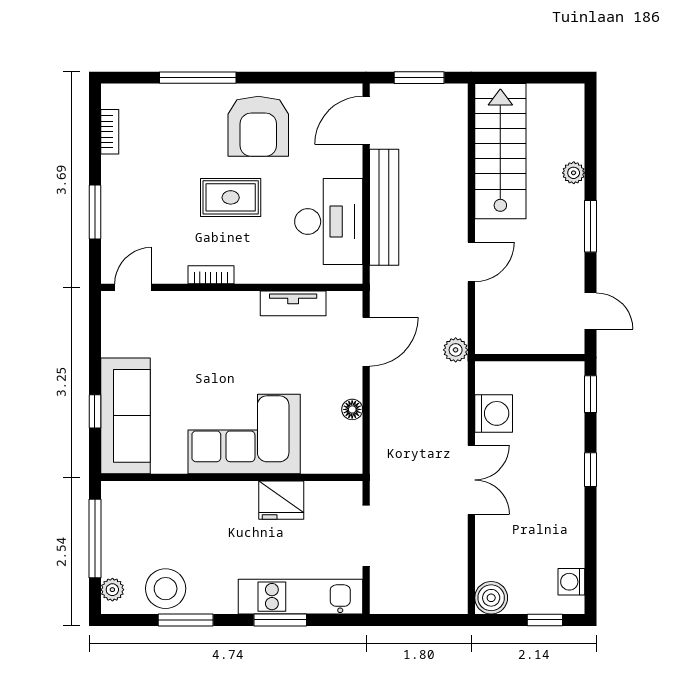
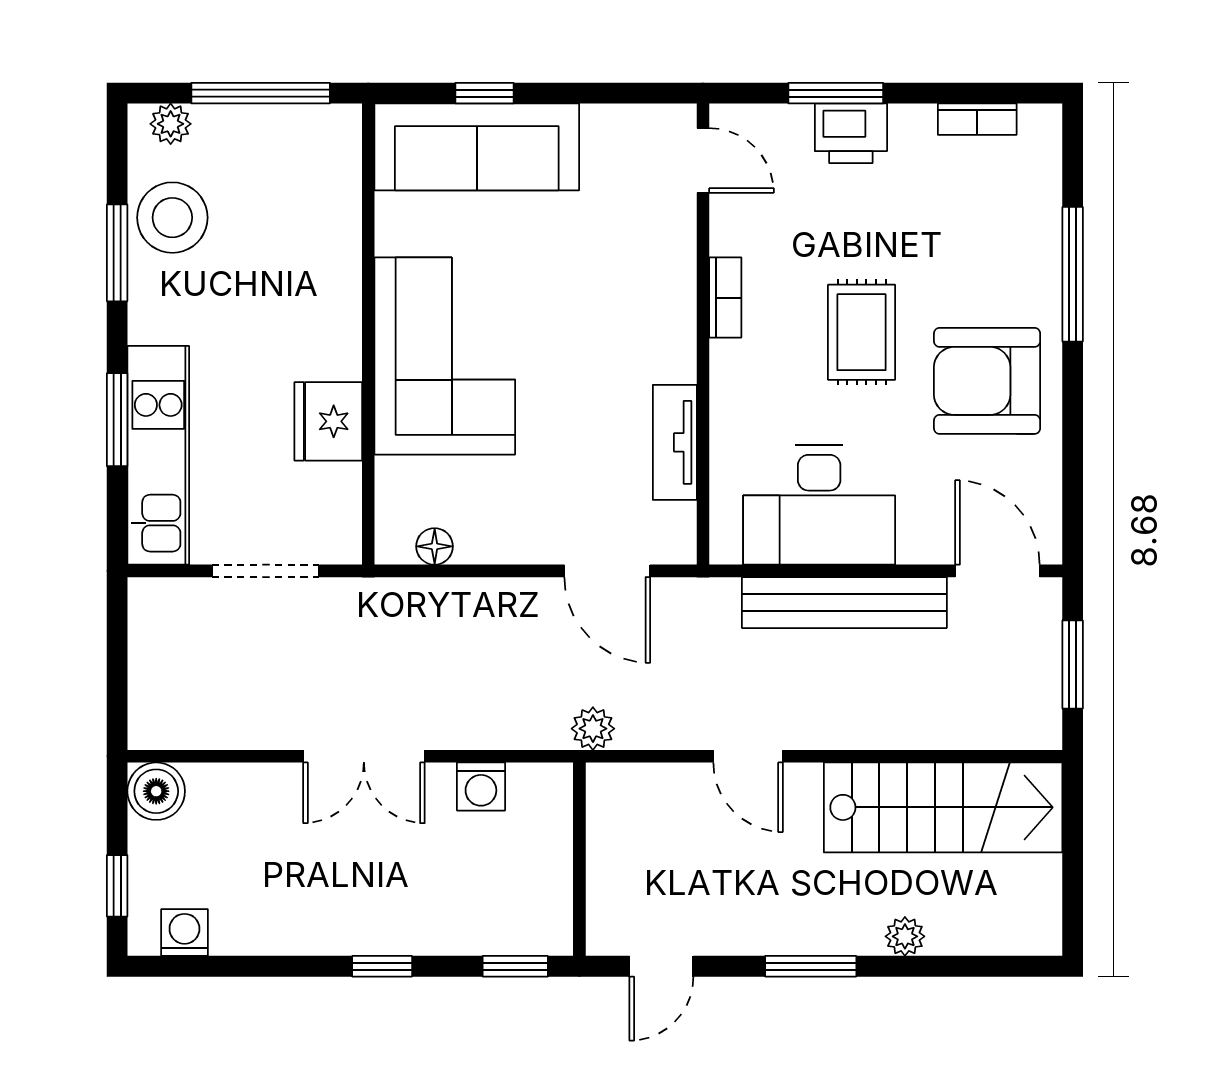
printer: (118, 203) -> (851, 133), added
floor lamp: (352, 409) -> (435, 546), moved
washing machine: (494, 413) -> (481, 786), width x0.73, depth x0.73

